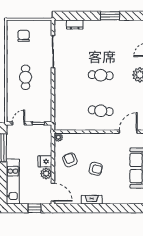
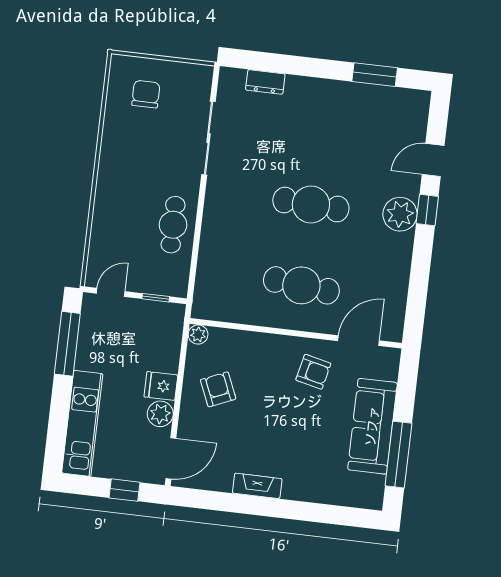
window: (110, 16) -> (375, 75), moved
cafe table: (101, 75) -> (311, 204), width x1.37, depth x1.35
cafe table: (26, 77) -> (173, 225), moved
cafe table: (101, 111) -> (301, 285), width x1.37, depth x1.35
armchair: (96, 169) -> (313, 372), moved
door: (53, 192) -> (171, 458), hinge flipped

